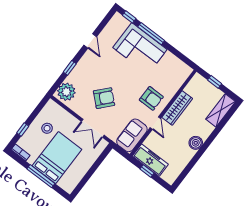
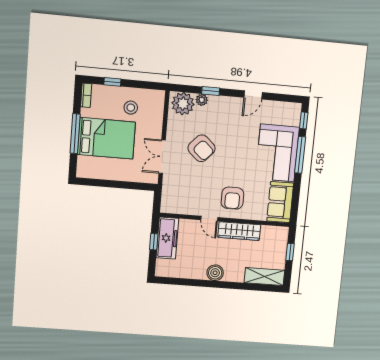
plant: (72, 78) -> (202, 100), added
door: (155, 123) -> (209, 219), hinge flipped
sofa: (132, 135) -> (280, 202), moved, turned -90

